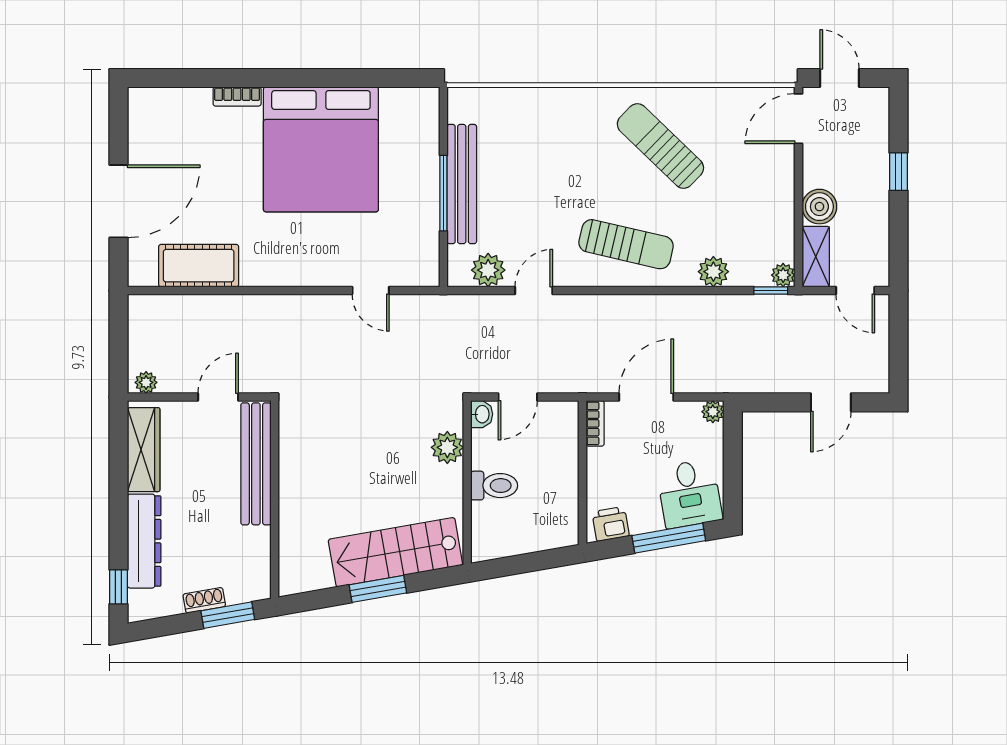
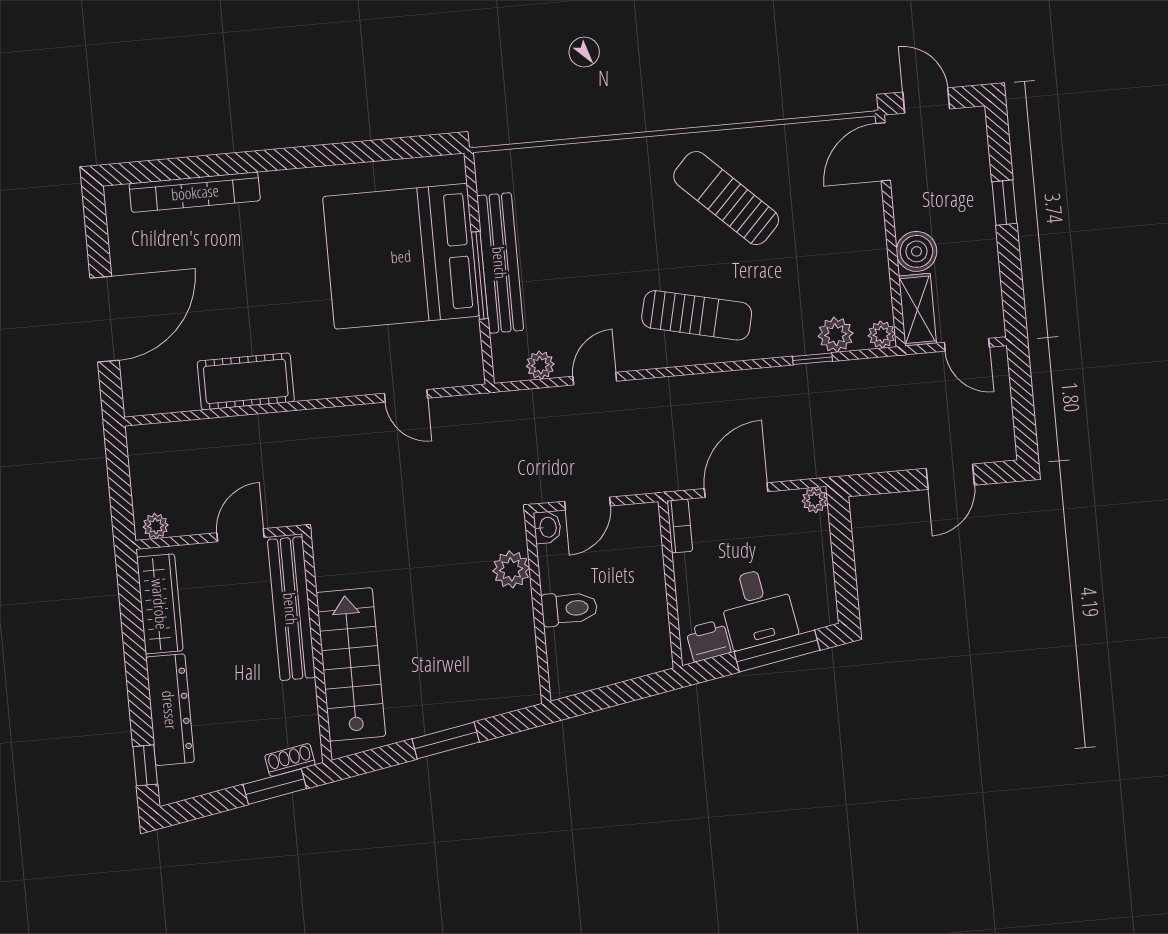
bookcase: (237, 96) -> (195, 192), width x2.31, depth x1.31
bed: (321, 149) -> (401, 256), moved, turned 90
cot: (199, 266) -> (246, 381), moved
plant: (488, 270) -> (540, 365), width x0.73, depth x0.73
plant: (713, 272) -> (836, 335), moved
window: (771, 291) -> (812, 359), moved
desk: (689, 494) -> (757, 608), moved
stairs: (395, 552) -> (351, 664), moved, turned 100
shoe rack: (204, 600) -> (290, 760), moved

